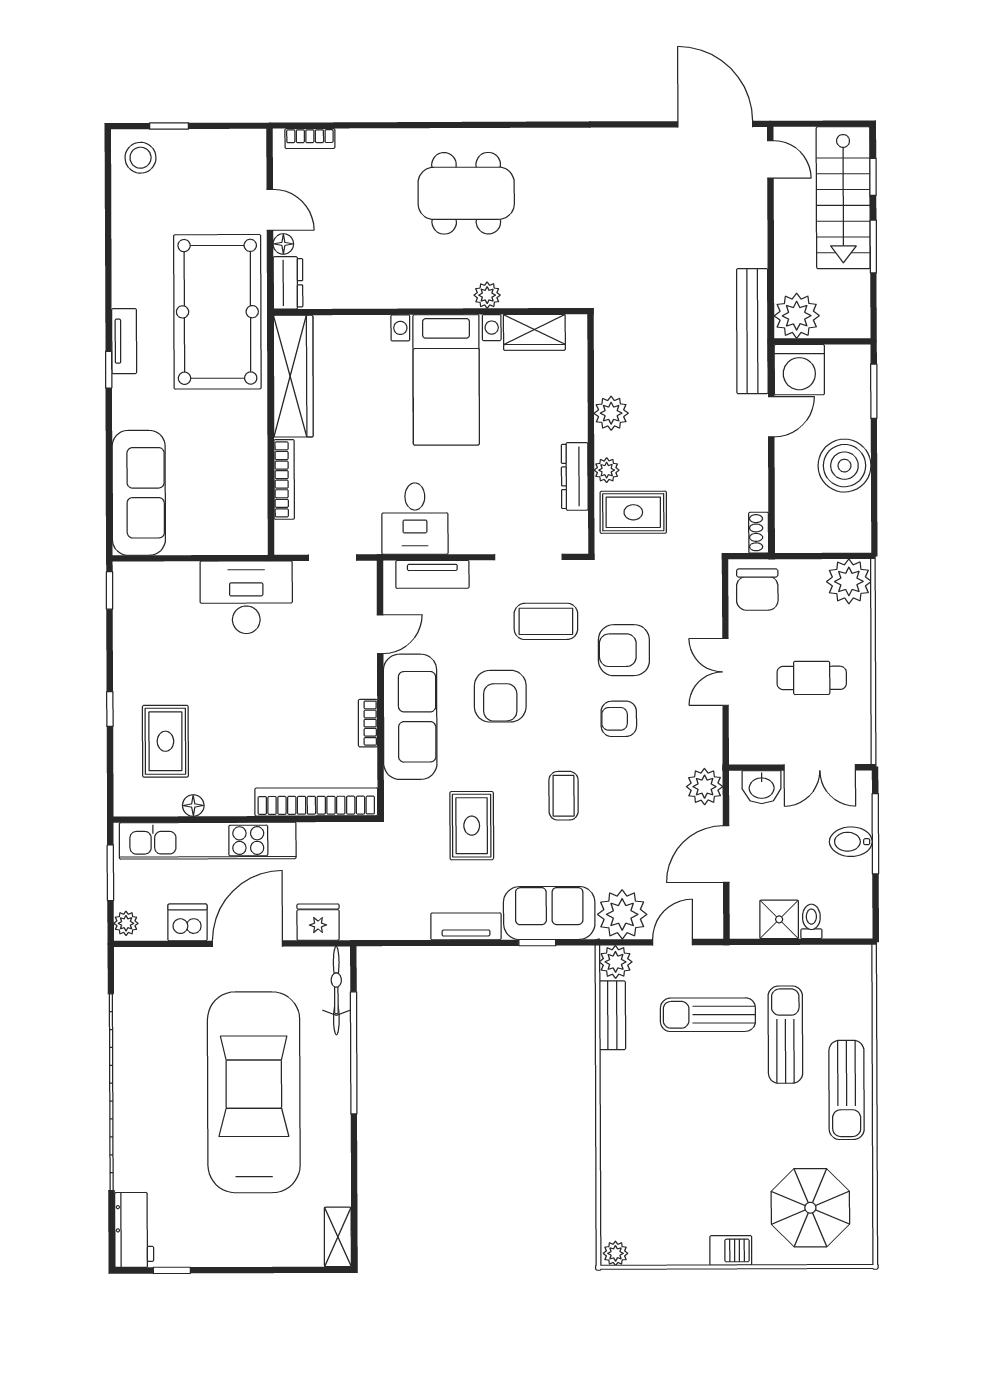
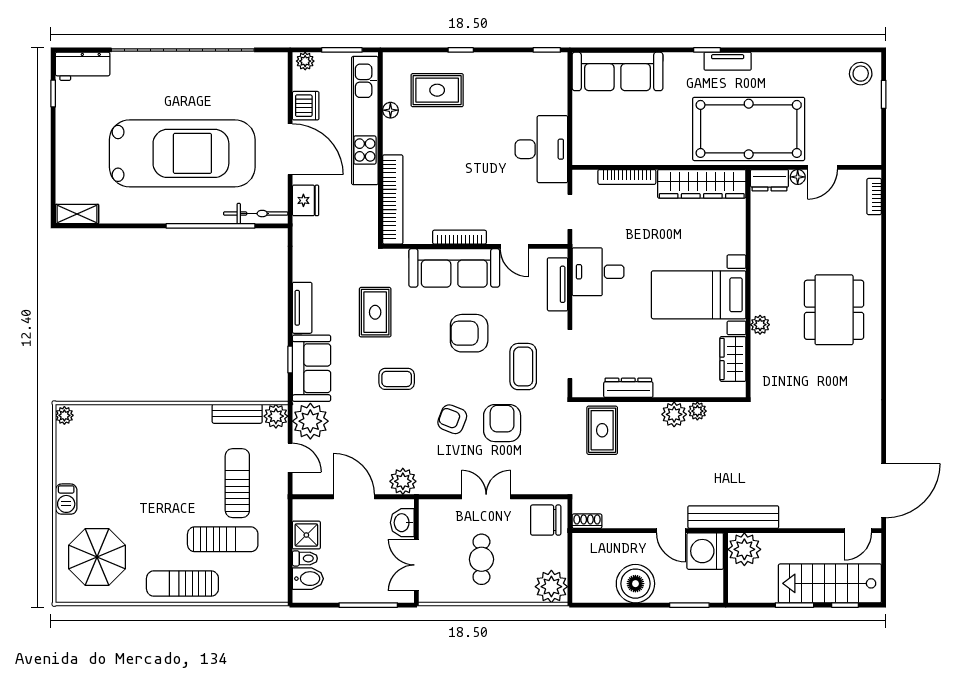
plant: (607, 470) -> (697, 411), moved
armchair: (619, 719) -> (452, 419), turned -69
bookcase: (368, 723) -> (459, 237), width x1.56
rug: (472, 826) -> (375, 312), turned 90
bidet: (851, 842) -> (308, 579), moved, turned 90

